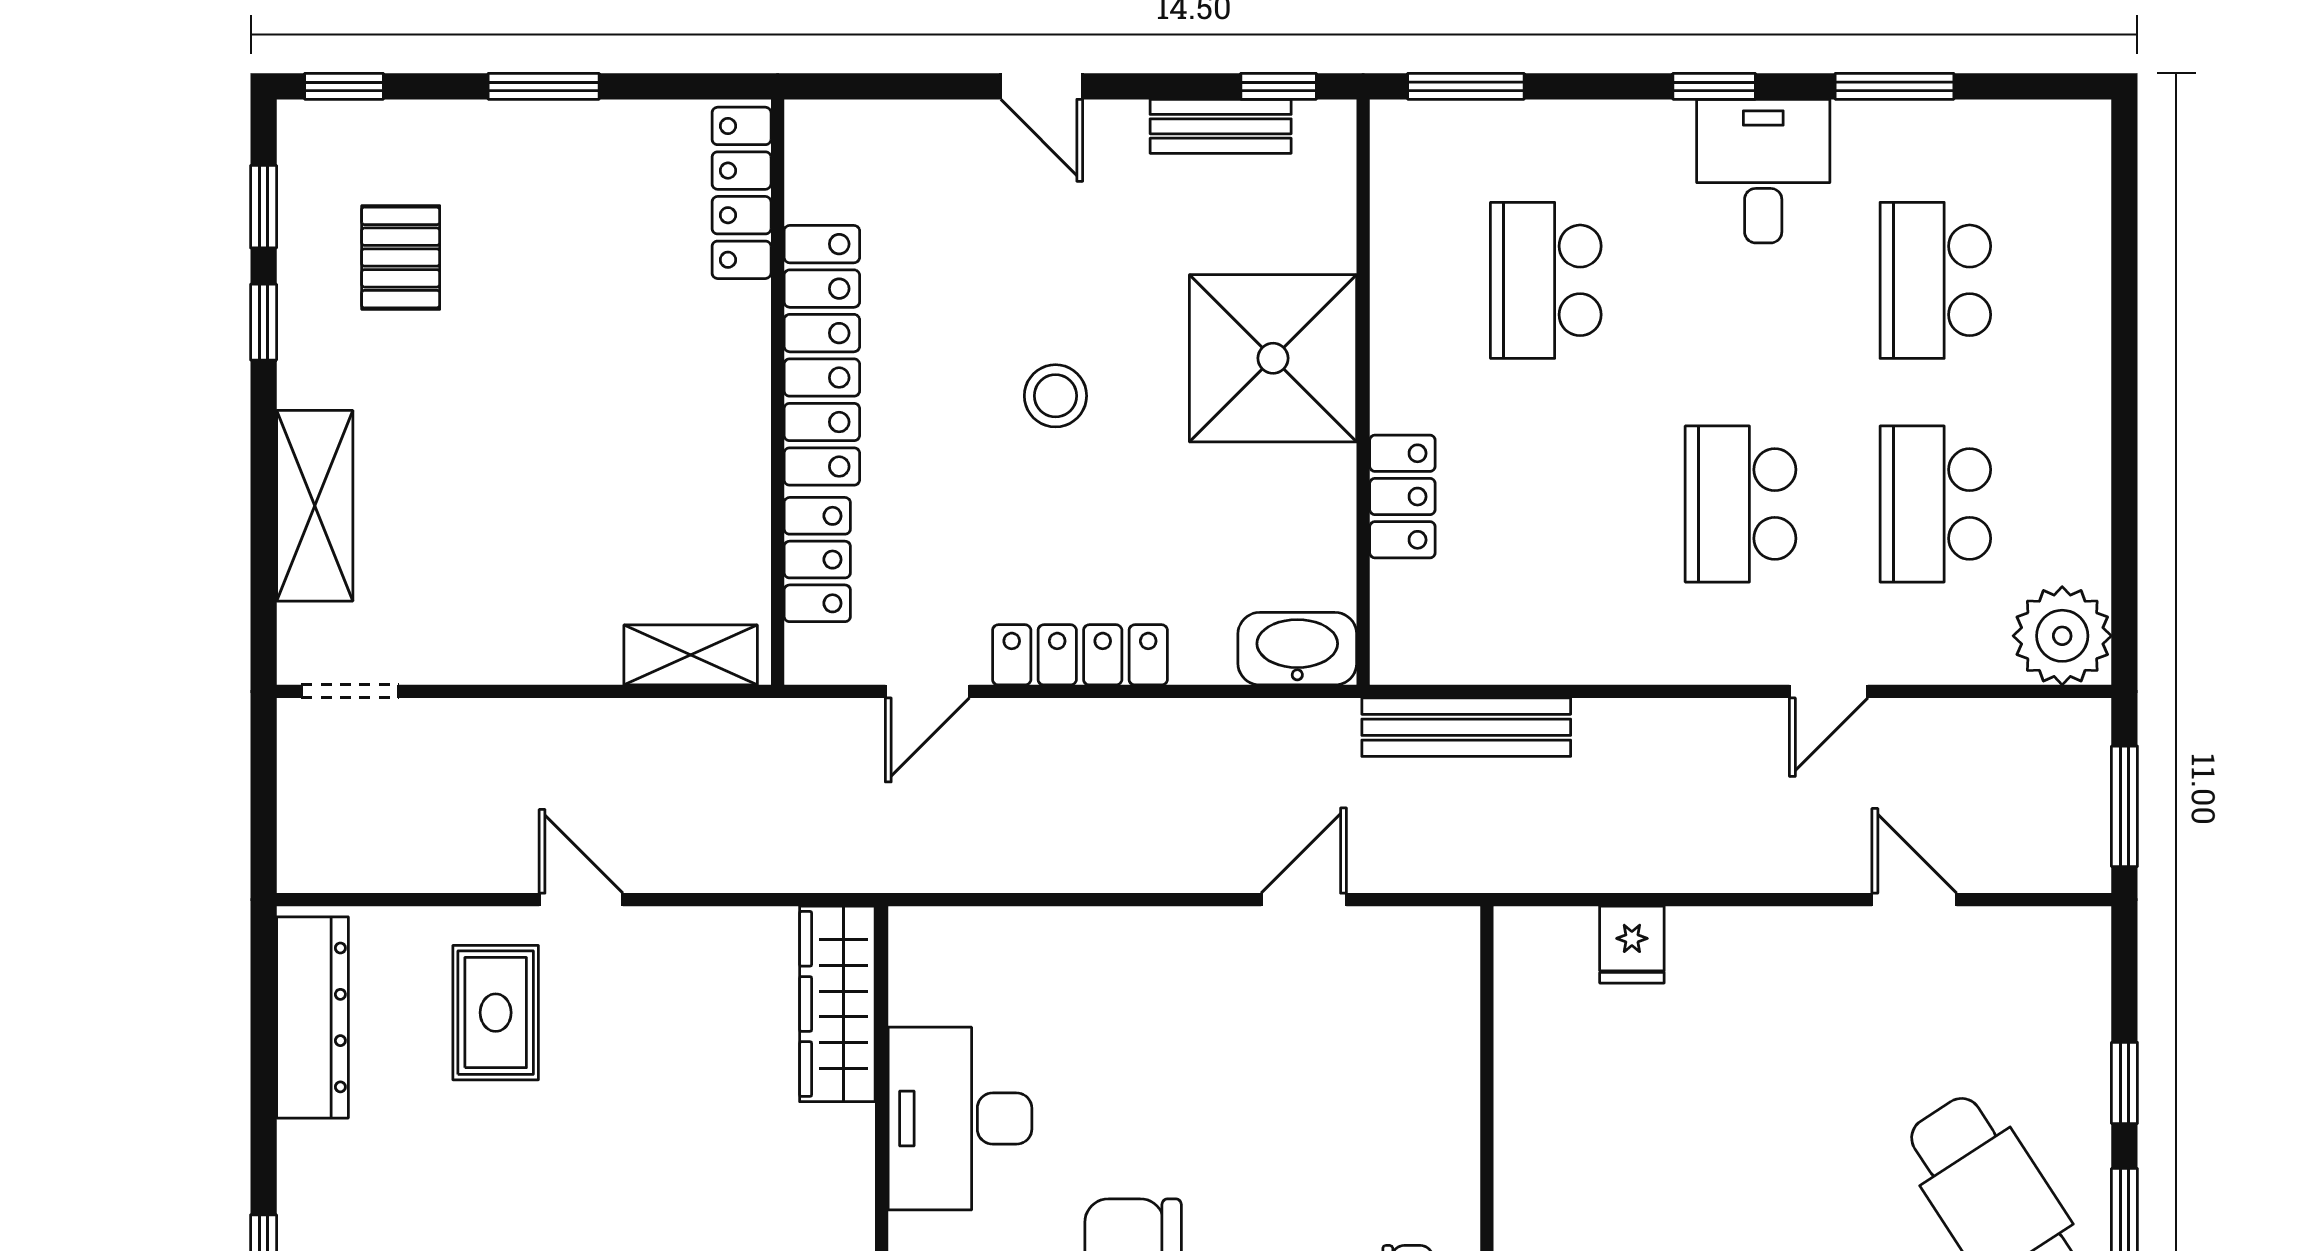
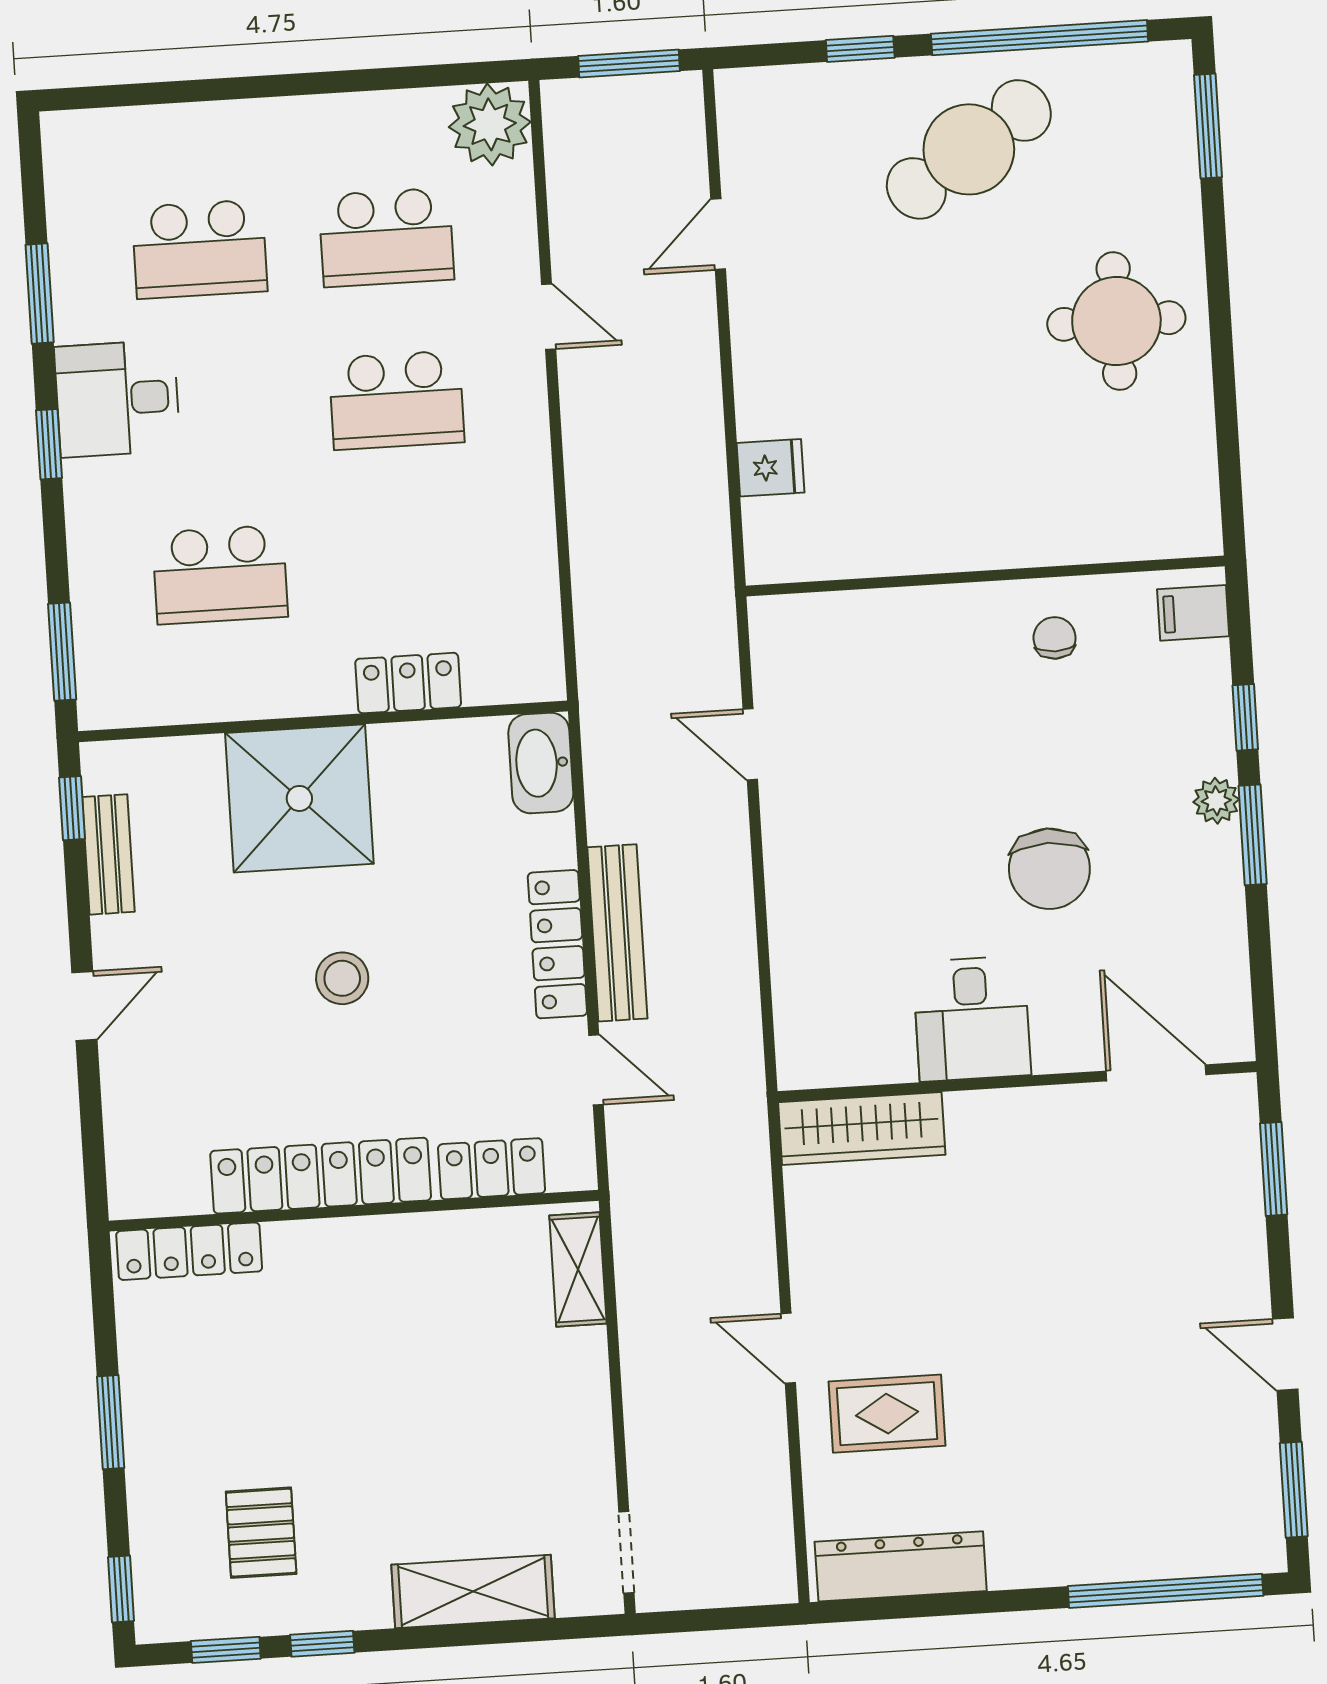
pallet: (401, 257) -> (261, 1533), turned 90
bench: (1466, 727) -> (617, 933), moved
door: (581, 900) -> (788, 1348), hinge flipped
desk: (960, 1119) -> (972, 1019), width x0.73

